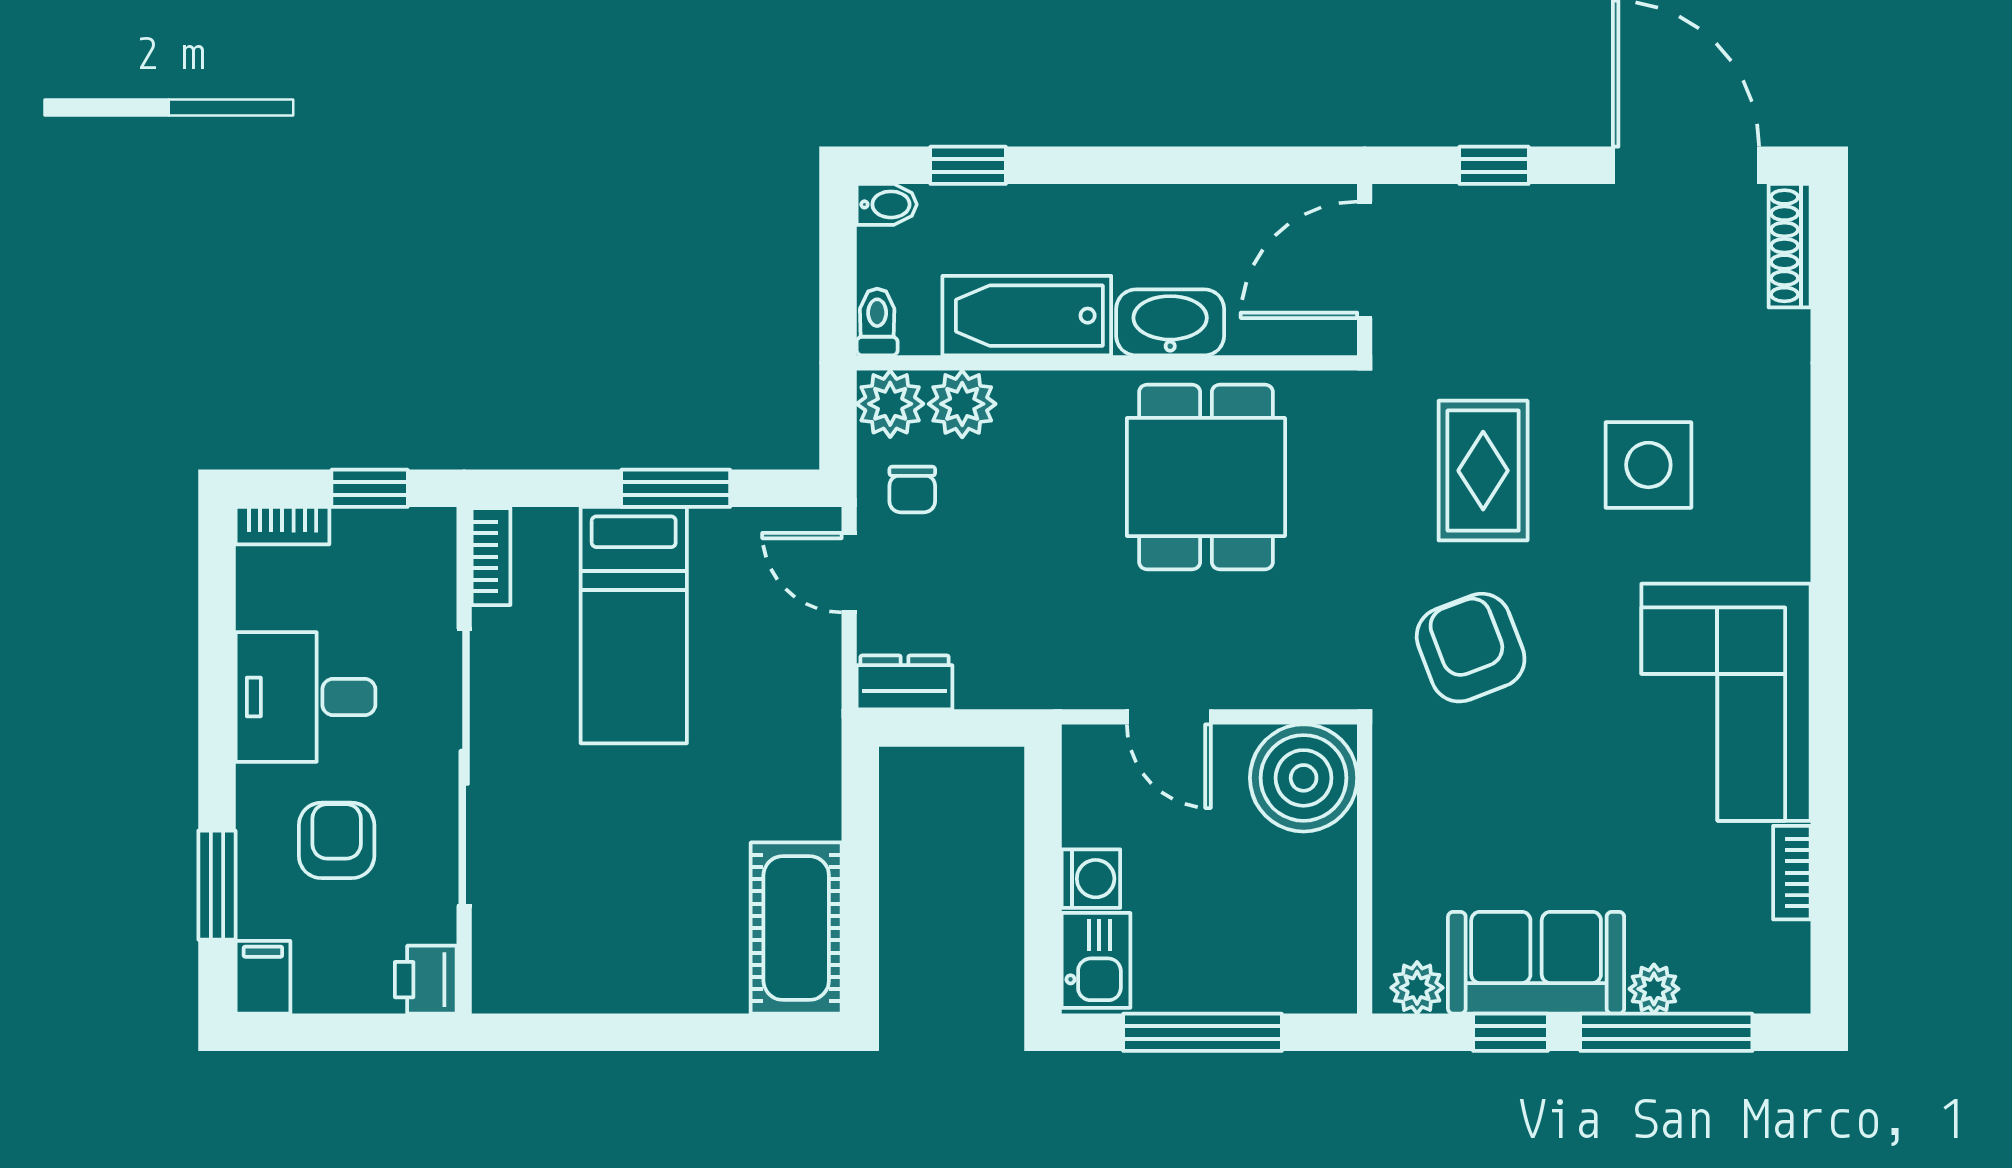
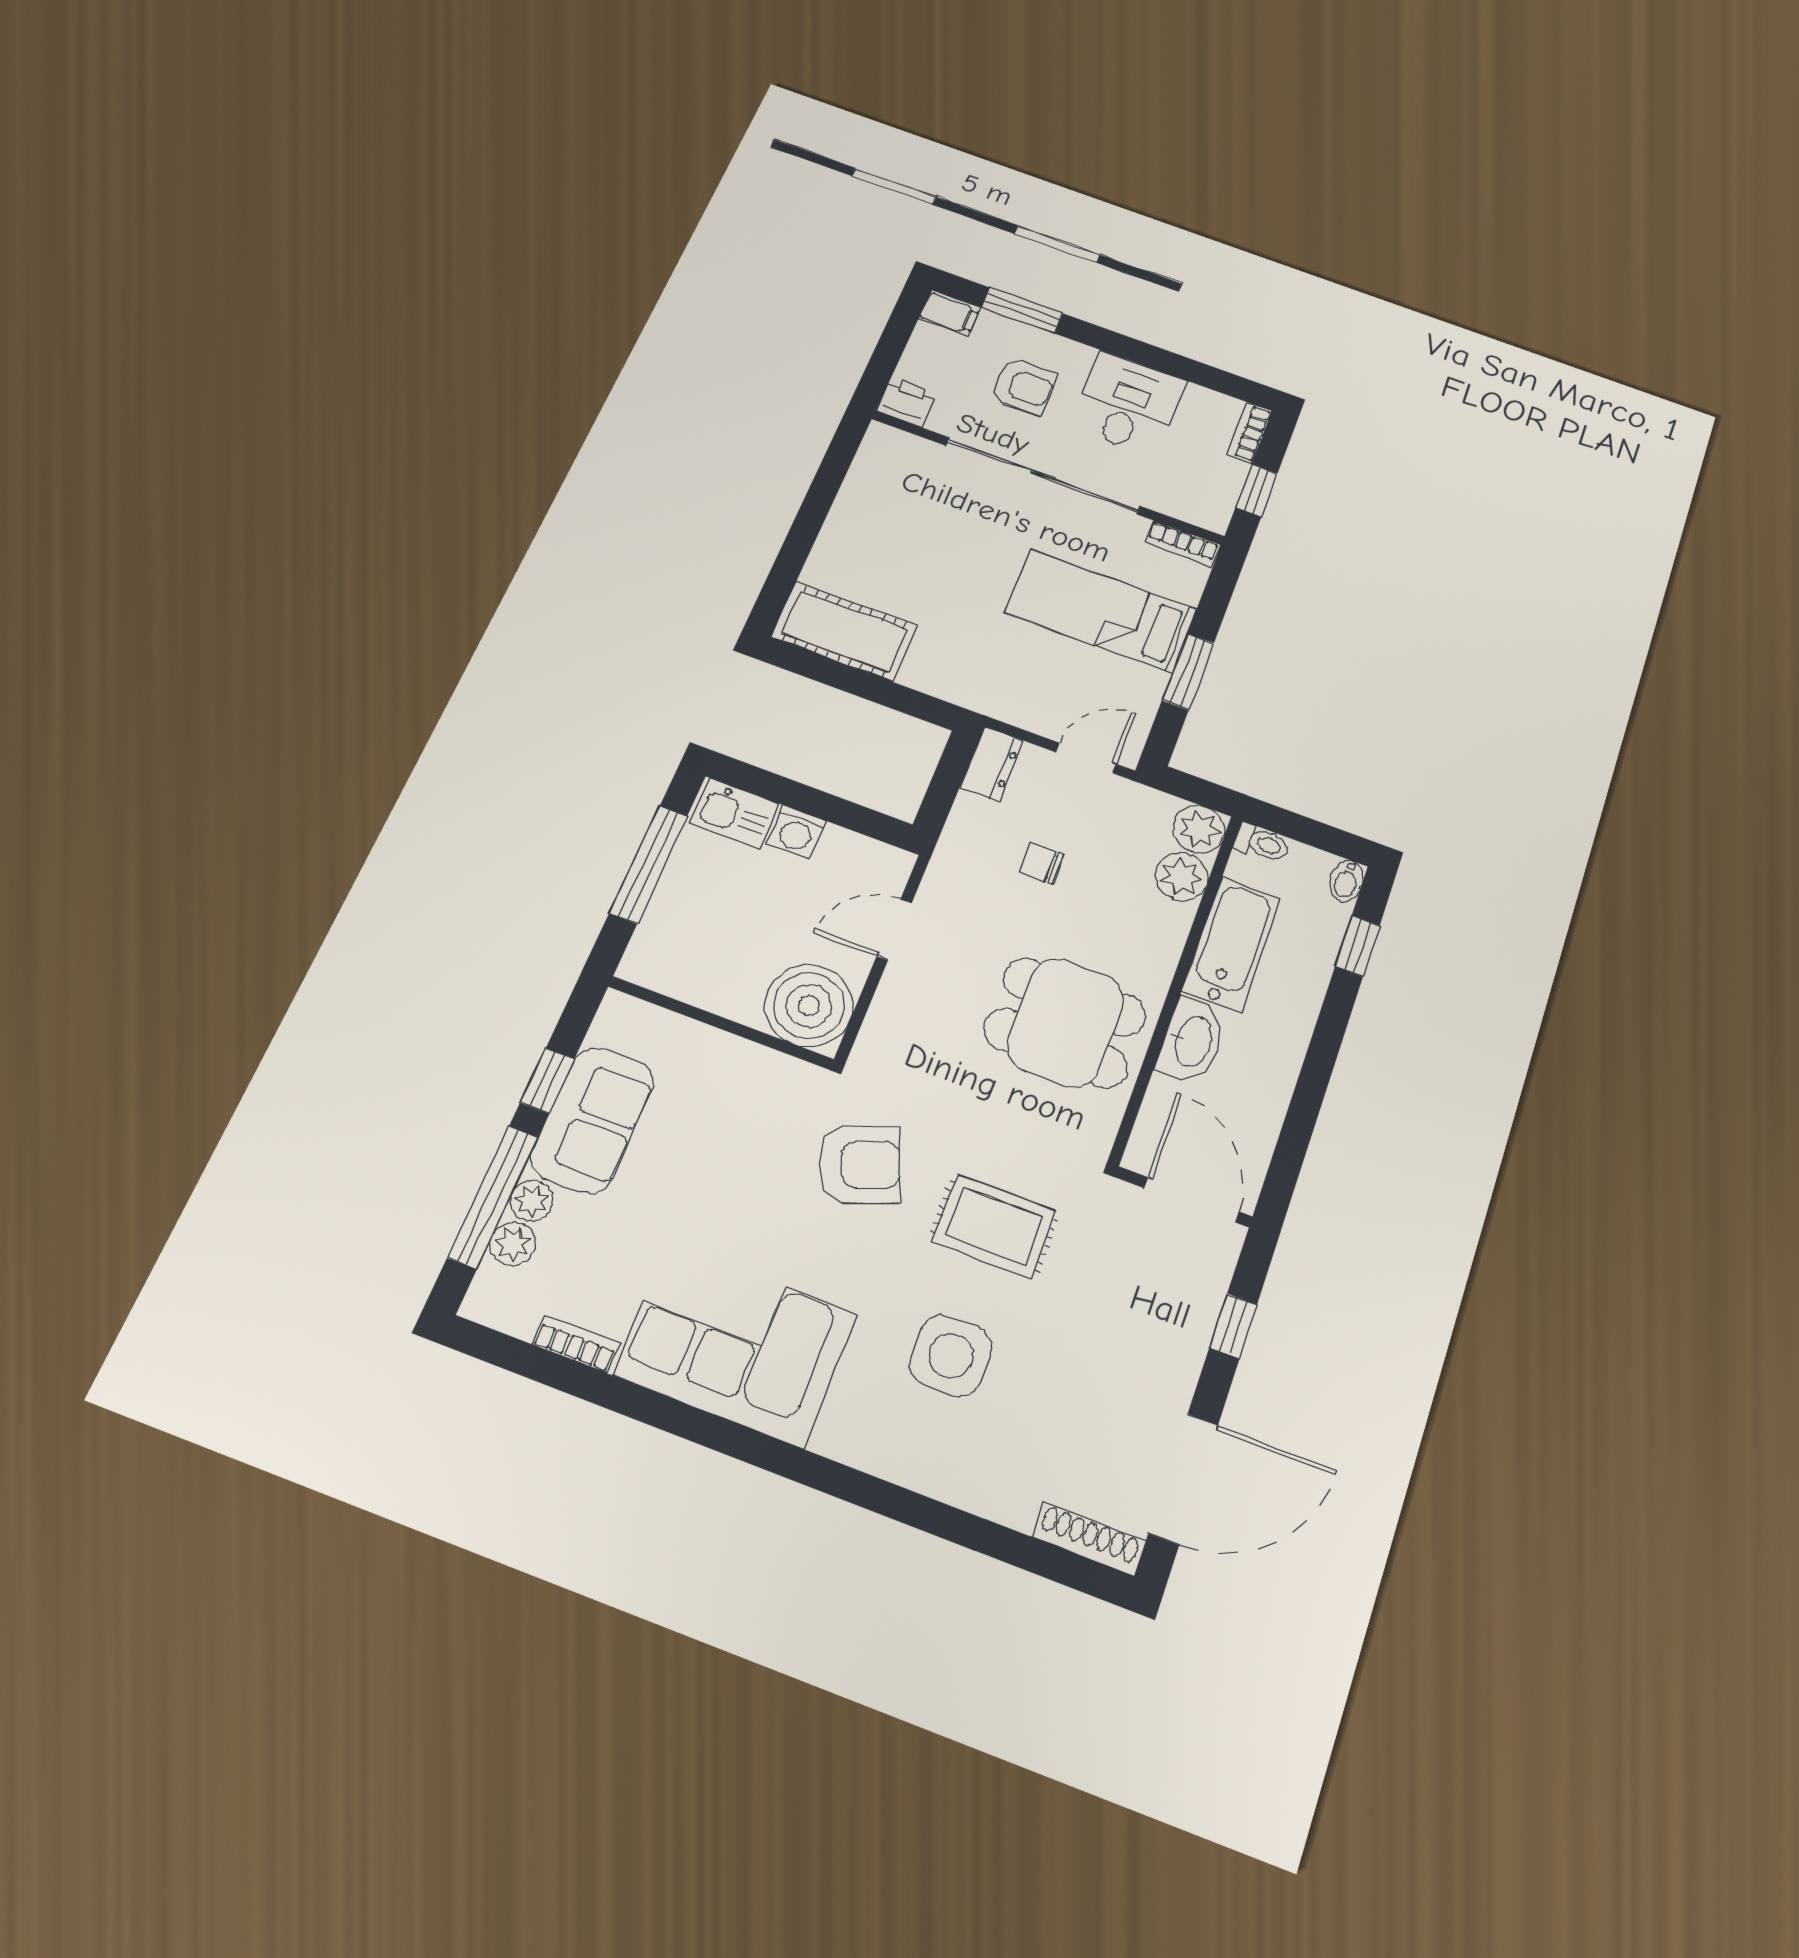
chair: (912, 489) -> (1041, 863), moved
plant: (1417, 988) -> (513, 1244), moved

